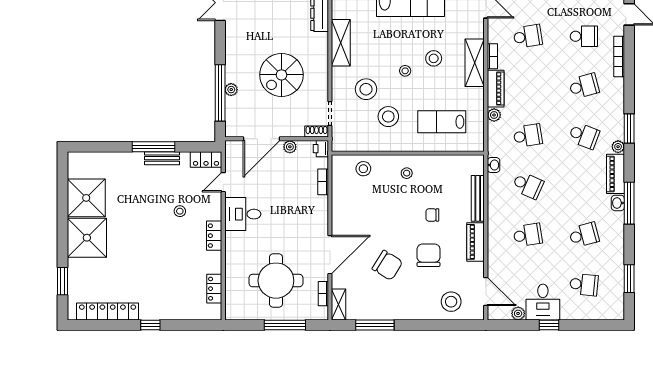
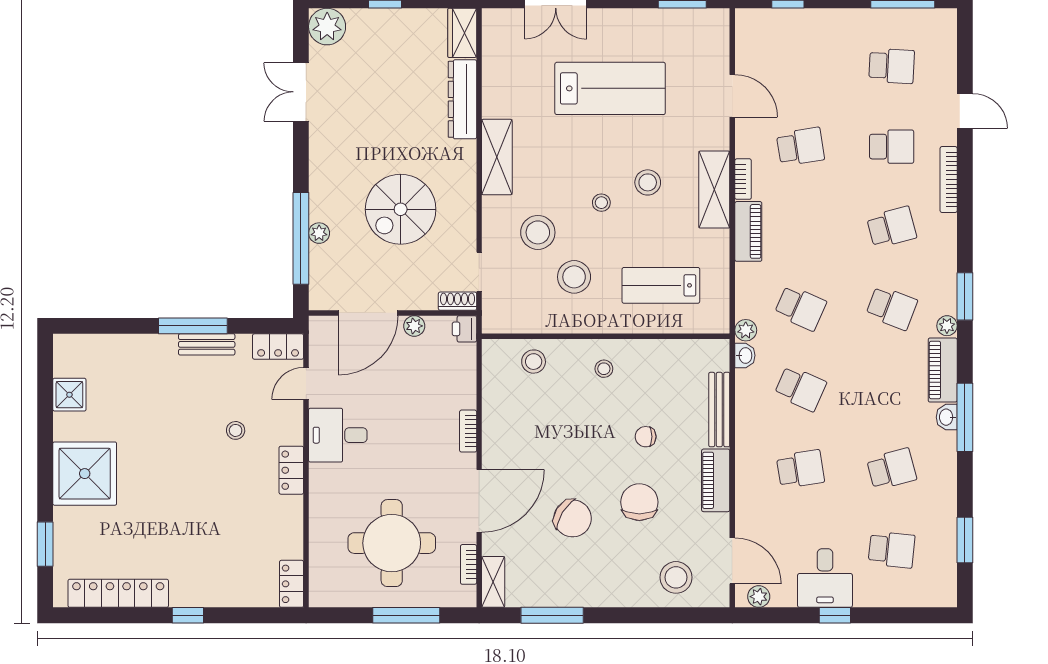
plant: (494, 115) -> (746, 330), moved
school desk: (528, 136) -> (800, 308), turned 33
bookcase: (323, 182) -> (468, 431), moved
shower: (86, 198) -> (69, 395), width x0.54, depth x0.54
locker: (214, 289) -> (292, 584), moved
plant: (518, 313) -> (759, 597), moved

